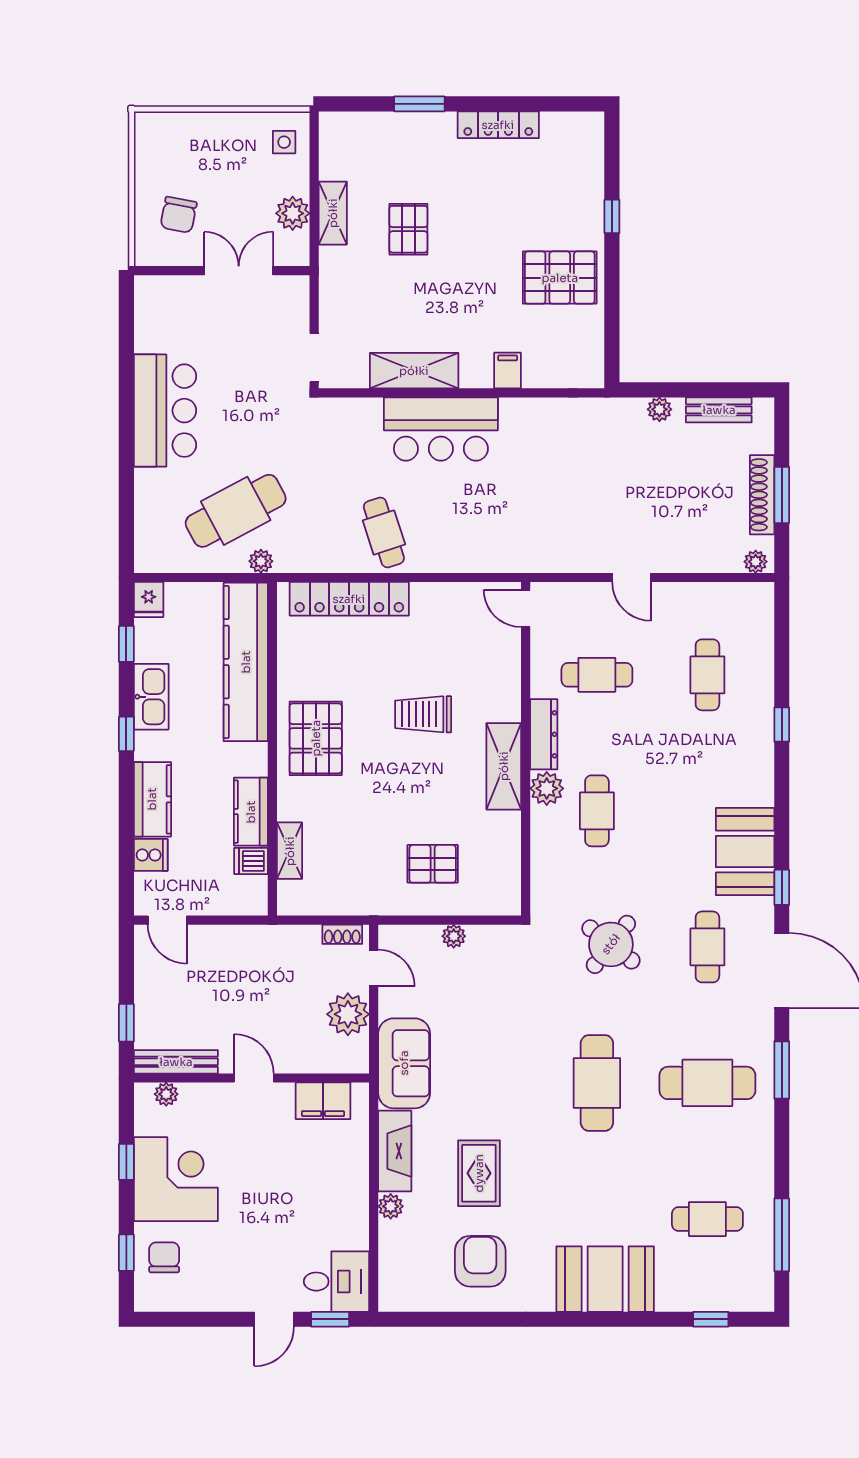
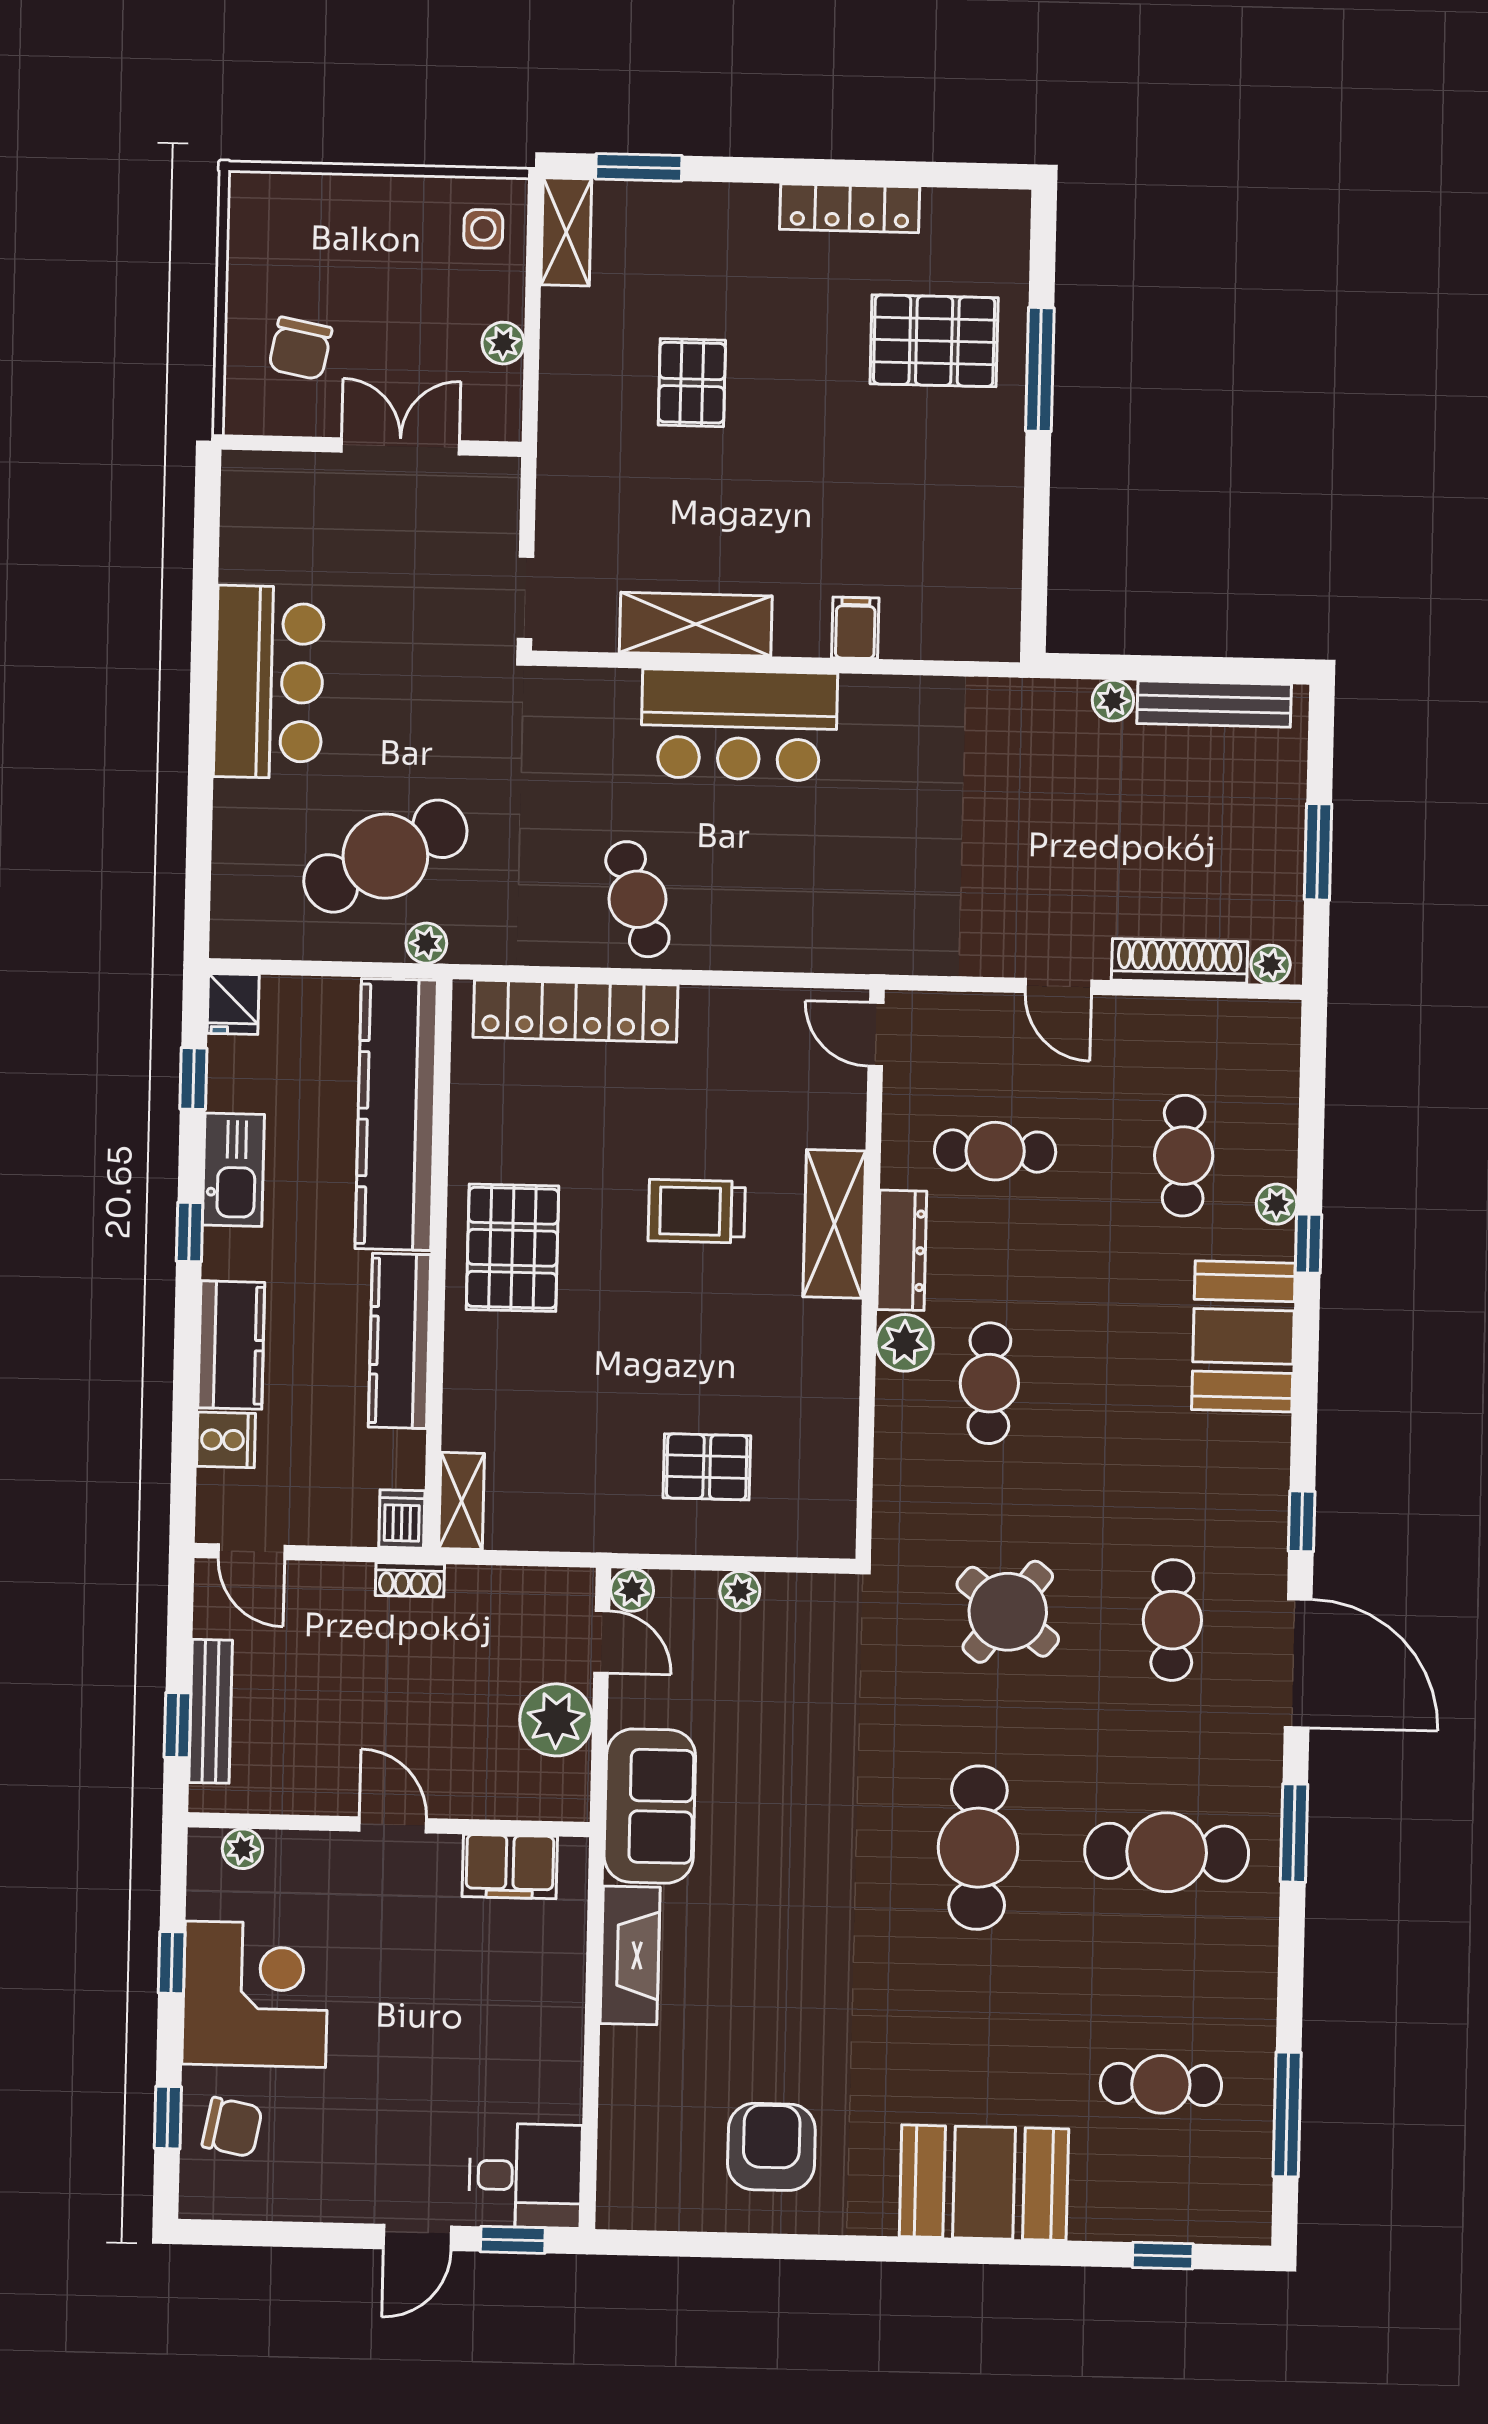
window: (419, 104) -> (639, 167), moved
plant: (293, 213) -> (503, 343), width x0.73, depth x0.73
shelving: (333, 213) -> (566, 232), moved
window: (612, 216) -> (1040, 369), width x2.17
pallet: (560, 278) -> (934, 341), moved
bench: (719, 410) -> (1214, 704), width x1.36
shoe rack: (762, 495) -> (1180, 961), moved, turned 90
plant: (762, 702) -> (1277, 1204), added
shelving: (504, 766) -> (834, 1224), moved
kitchen counter: (251, 812) -> (400, 1341), width x1.50
shelving: (290, 851) -> (462, 1501), moved
booth: (745, 852) -> (1243, 1336), moved
dishwasher: (251, 861) -> (402, 1519), moved, turned 90
shoe rack: (342, 934) -> (410, 1580), moved
bench: (176, 1062) -> (211, 1711), moved, turned 90
rug: (479, 1173) -> (773, 1997), removed
plant: (391, 1206) -> (632, 1590), moved
chair: (164, 1257) -> (232, 2127), turned 101

